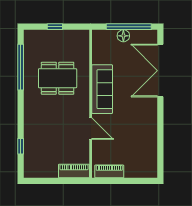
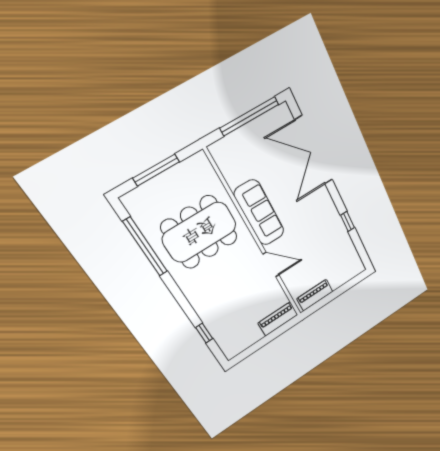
window: (55, 27) -> (156, 170), width x2.17
floor lamp: (123, 36) -> (249, 132), removed
dining table: (58, 78) -> (200, 232), width x1.36, depth x1.24
window: (160, 133) -> (347, 221), added

